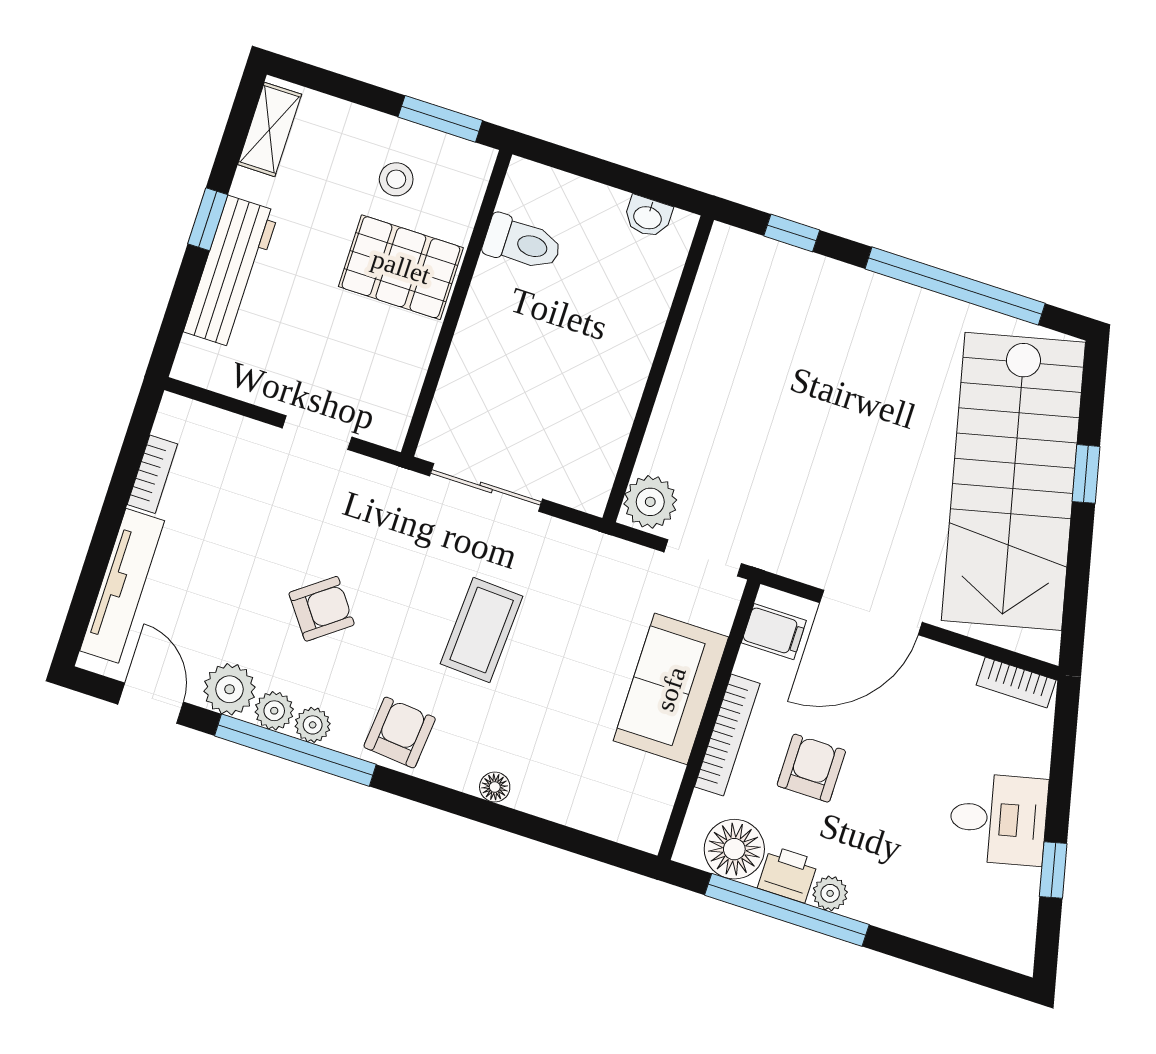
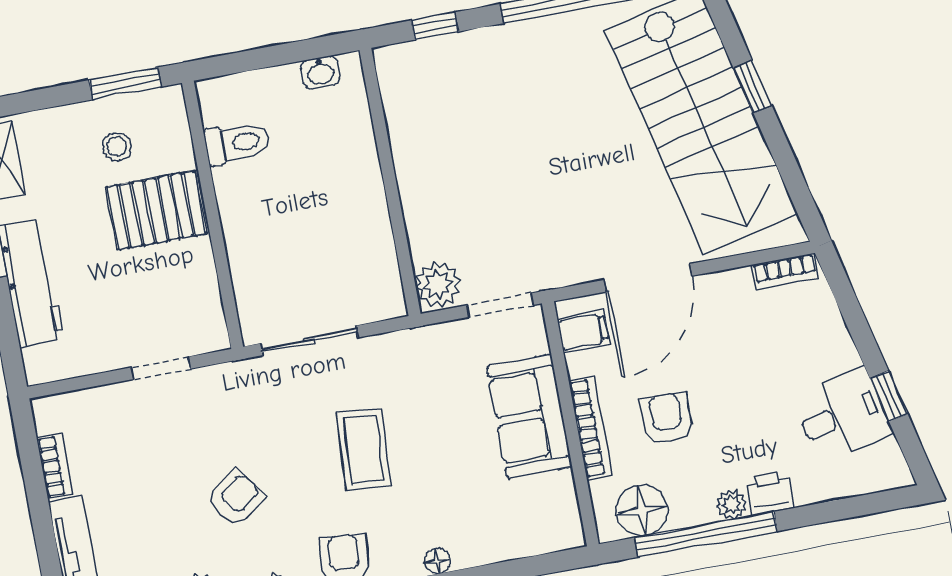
desk: (998, 819) -> (842, 415), moved
printer: (788, 874) -> (769, 493), moved

